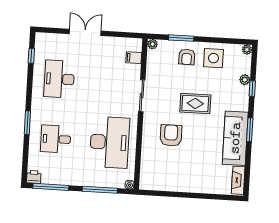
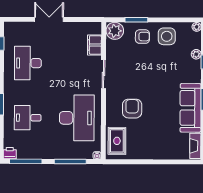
plant: (153, 44) -> (115, 31), width x1.88, depth x1.88
armchair: (187, 57) -> (142, 37), turned -91
filing cabinet: (134, 58) -> (94, 45), width x2.00
rug: (195, 103) -> (117, 141), moved, turned 90

